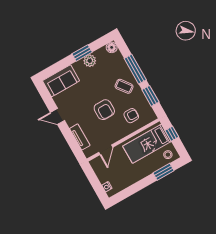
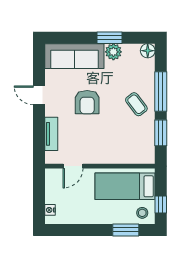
sofa: (61, 81) -> (74, 56), width x1.36
armchair: (104, 110) -> (87, 102), moved
armchair: (131, 116) -> (125, 143), removed
window: (172, 134) -> (161, 205), moved

